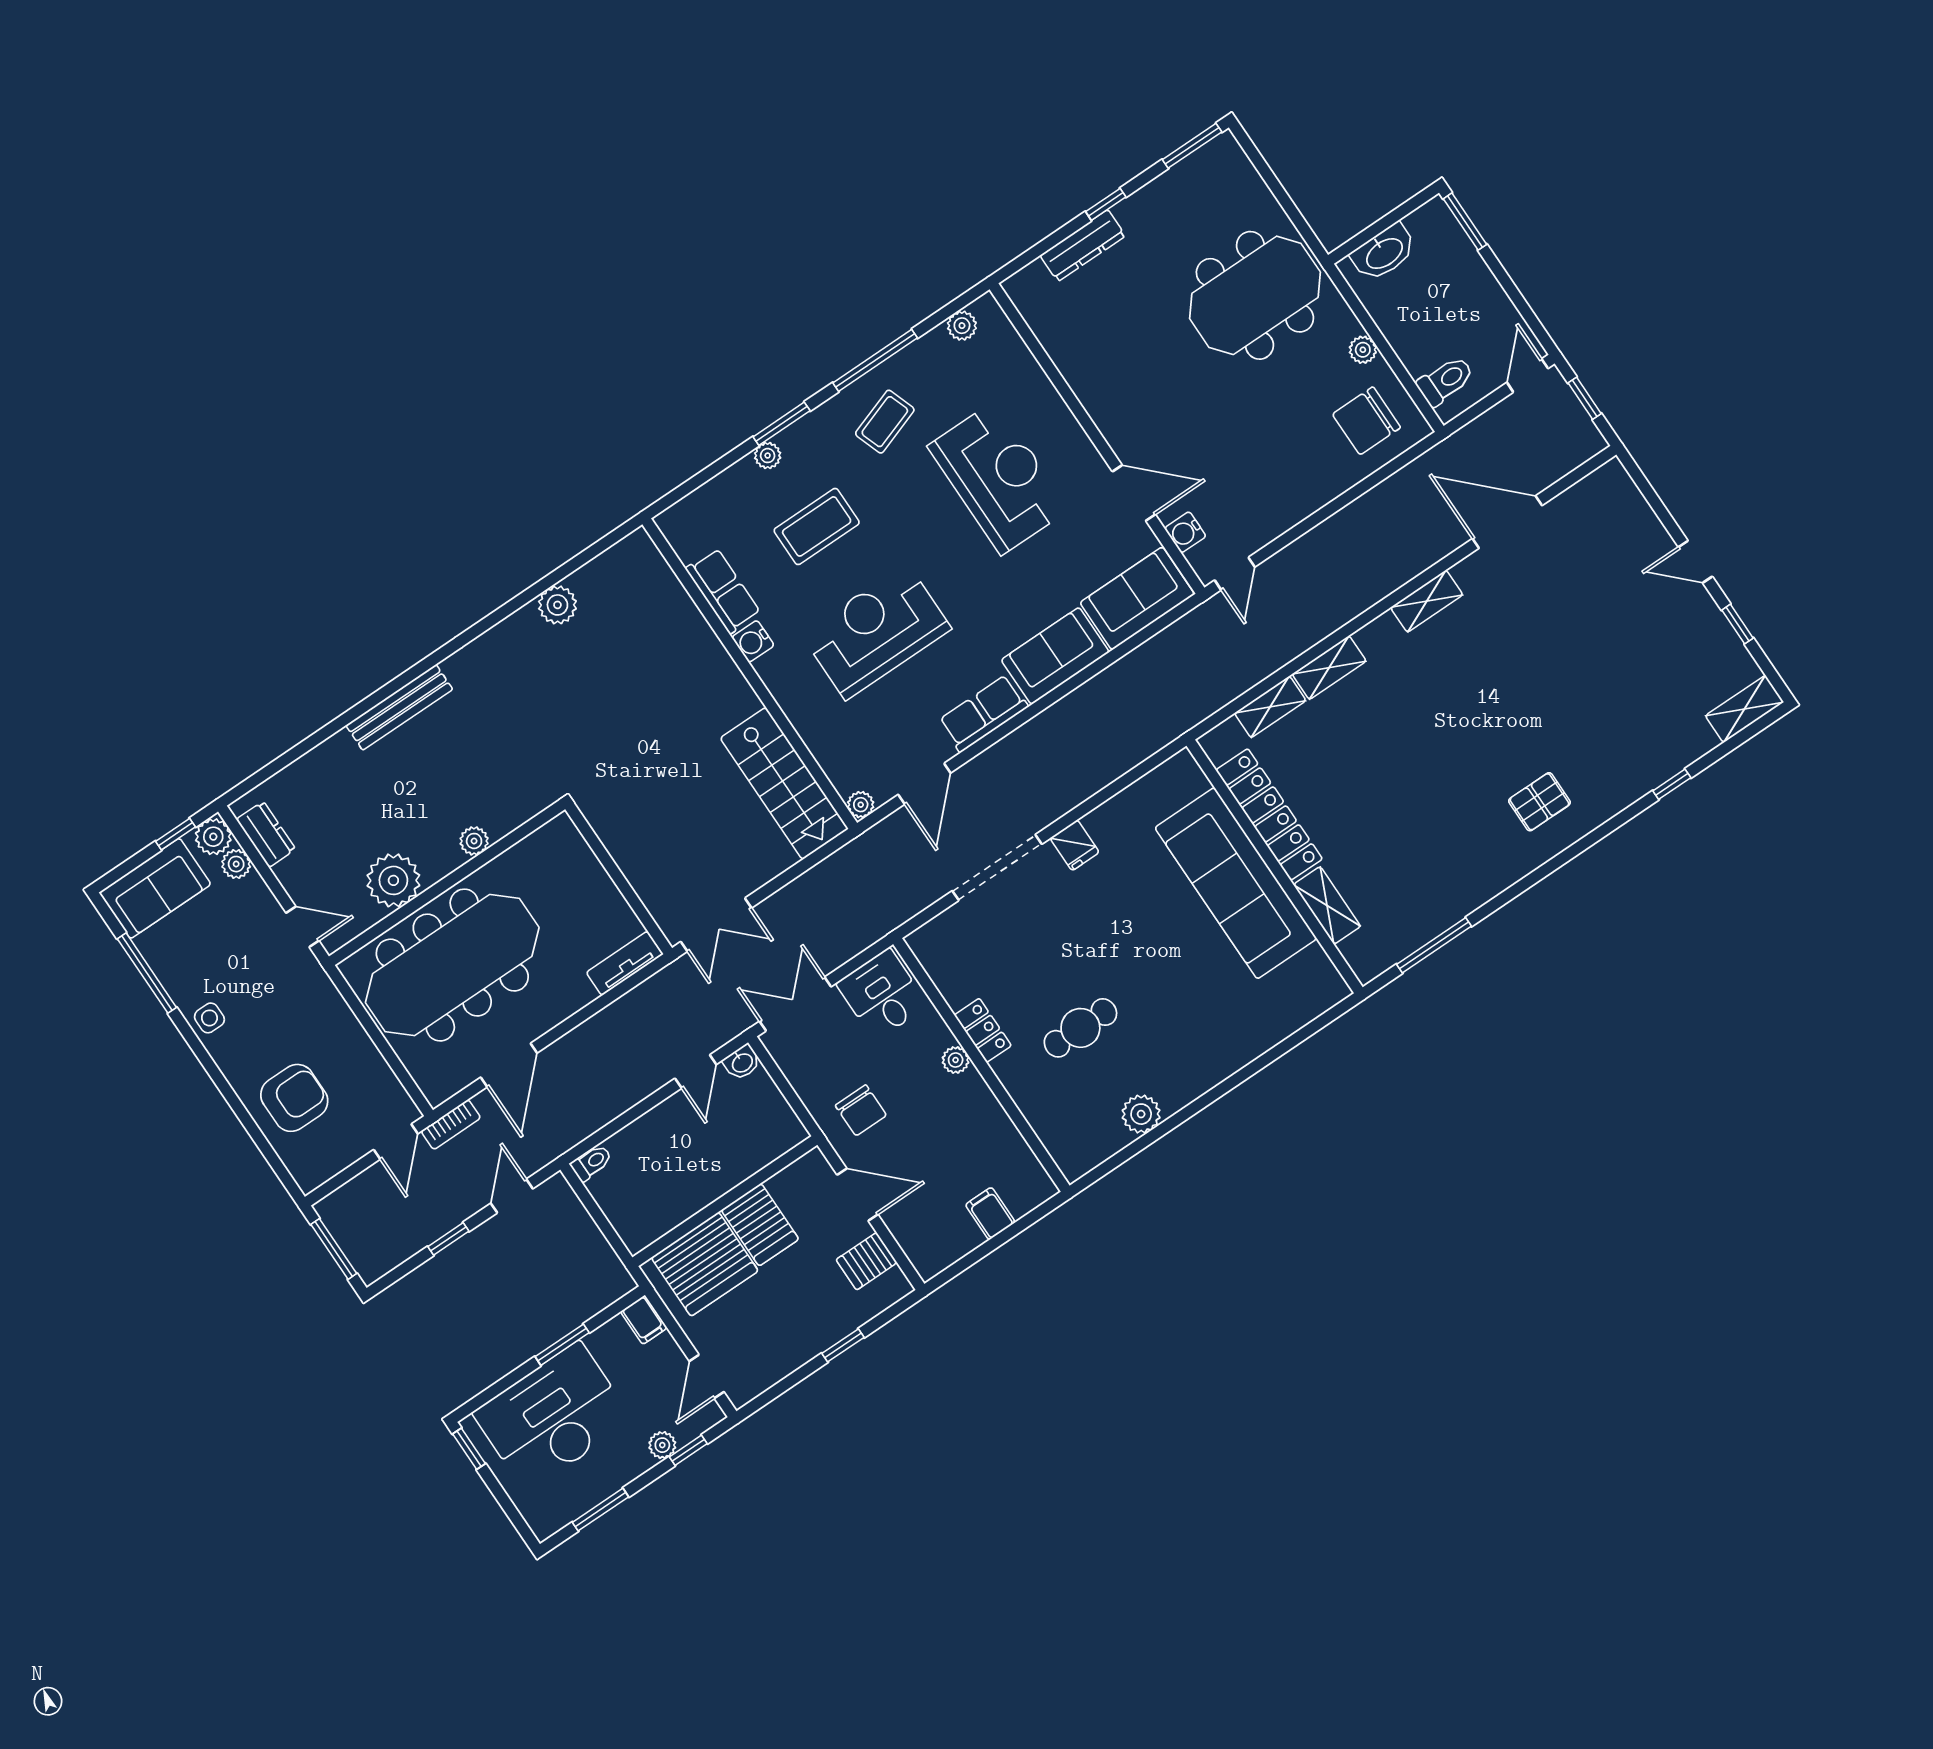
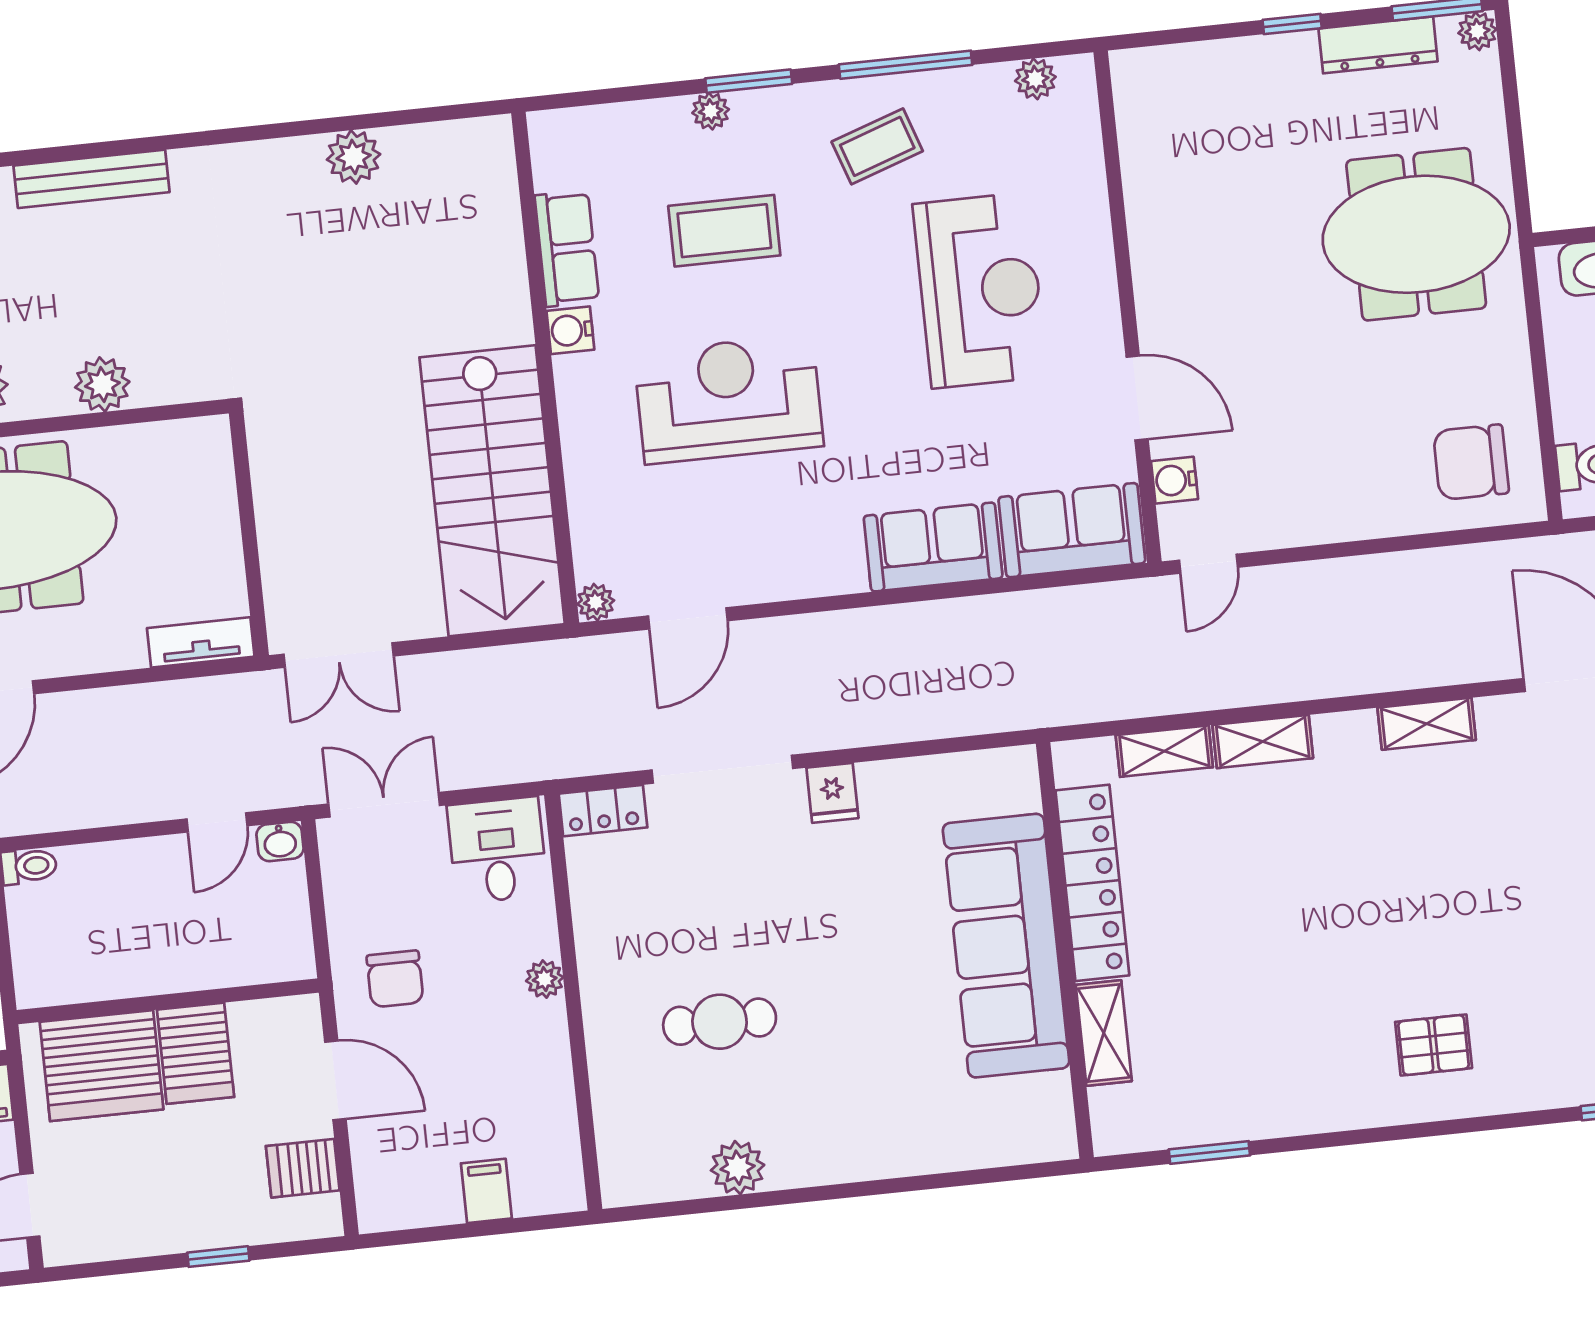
dresser: (1083, 246) -> (1378, 45), moved
plant: (1363, 350) -> (1477, 31), moved
row of seats: (983, 714) -> (807, 571), removed
stairs: (784, 783) -> (492, 491), width x1.36, depth x1.51
plant: (474, 841) -> (102, 385), width x1.38, depth x1.38
window: (1434, 945) -> (1209, 1152), width x0.69
locker: (983, 1030) -> (603, 811), moved, turned 90

